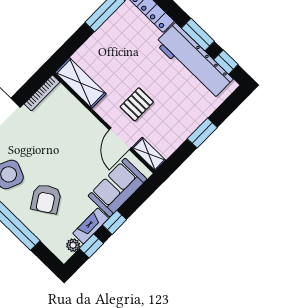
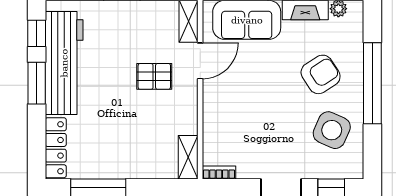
shelving: (81, 83) -> (188, 157), width x0.67, depth x0.75
bookcase: (42, 93) -> (219, 172), width x0.64

